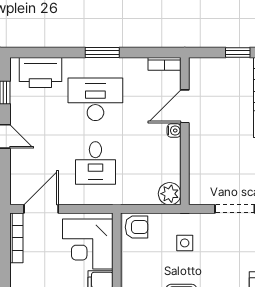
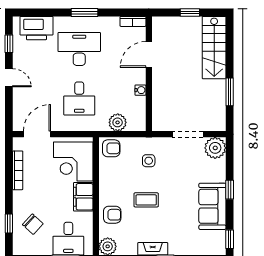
water cooler: (174, 130) -> (140, 90), moved
plant: (170, 194) -> (118, 122), moved
bookcase: (16, 238) -> (18, 170), moved

